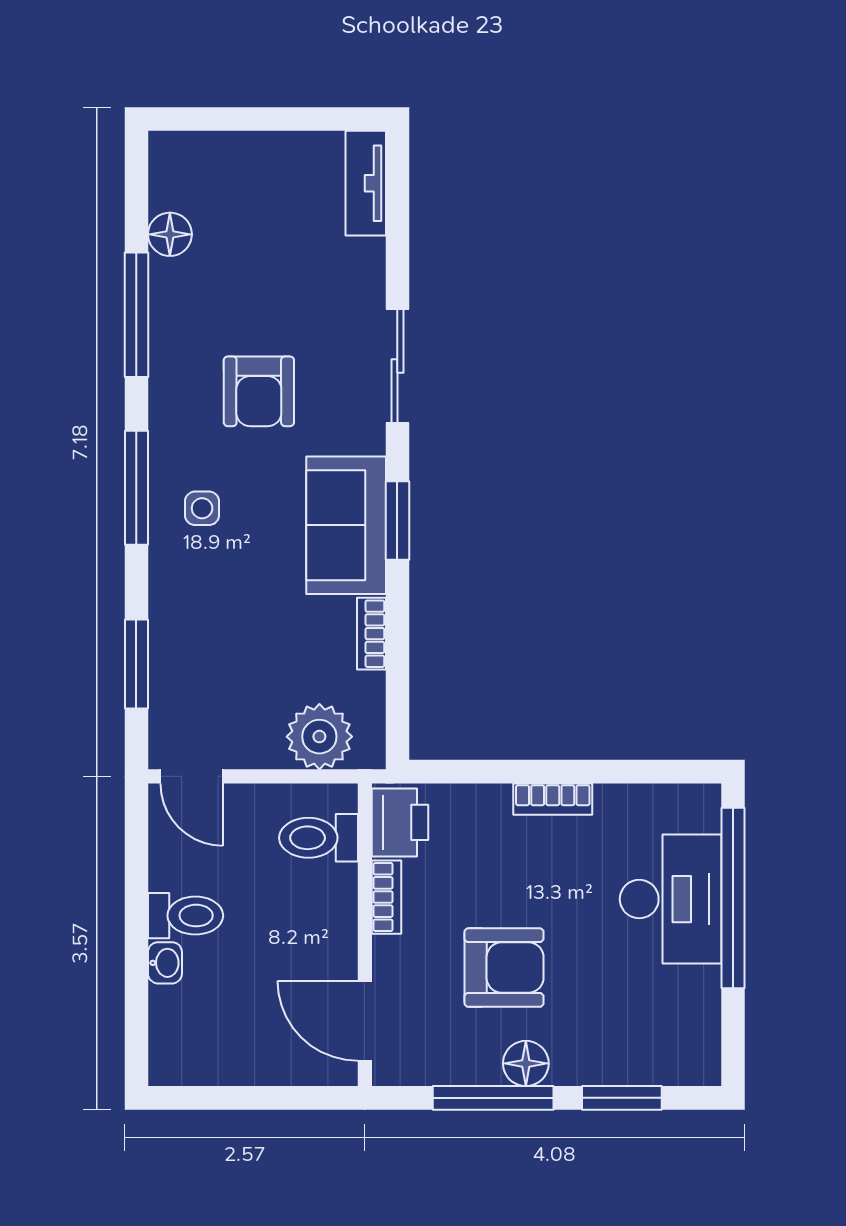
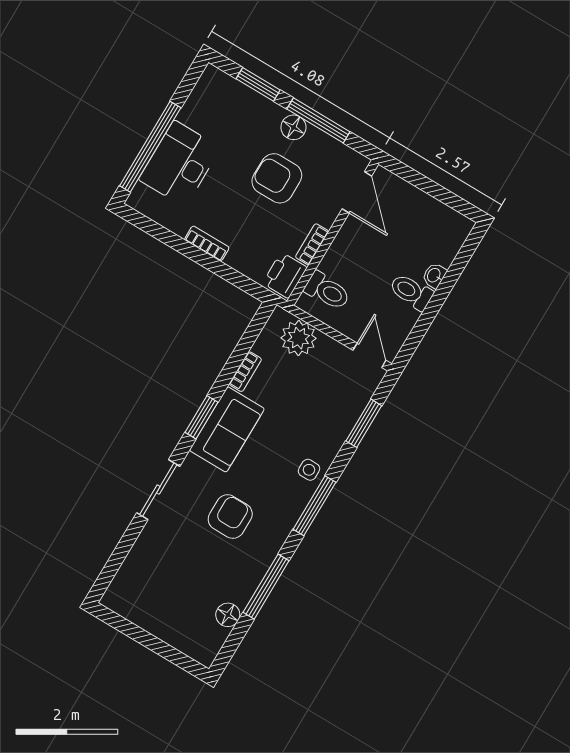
tv unit: (366, 183) -> (122, 584), removed
side table: (202, 508) -> (309, 470), moved

